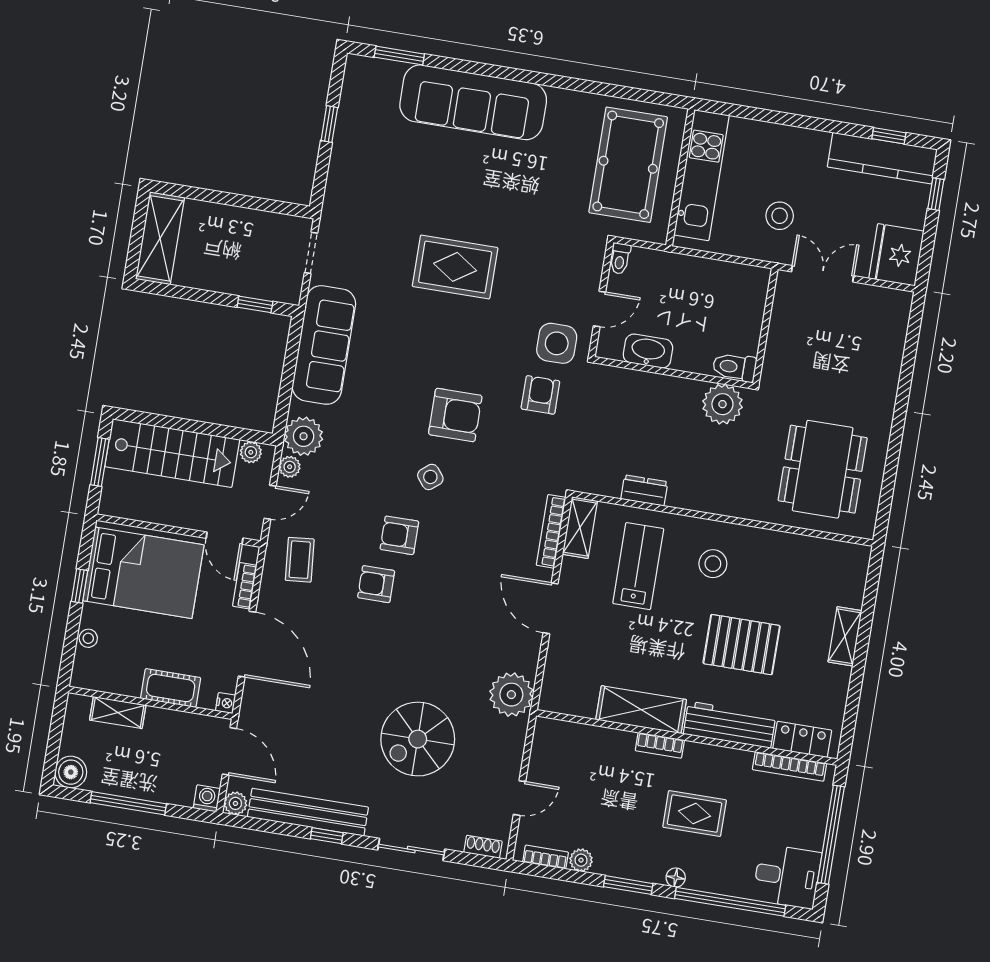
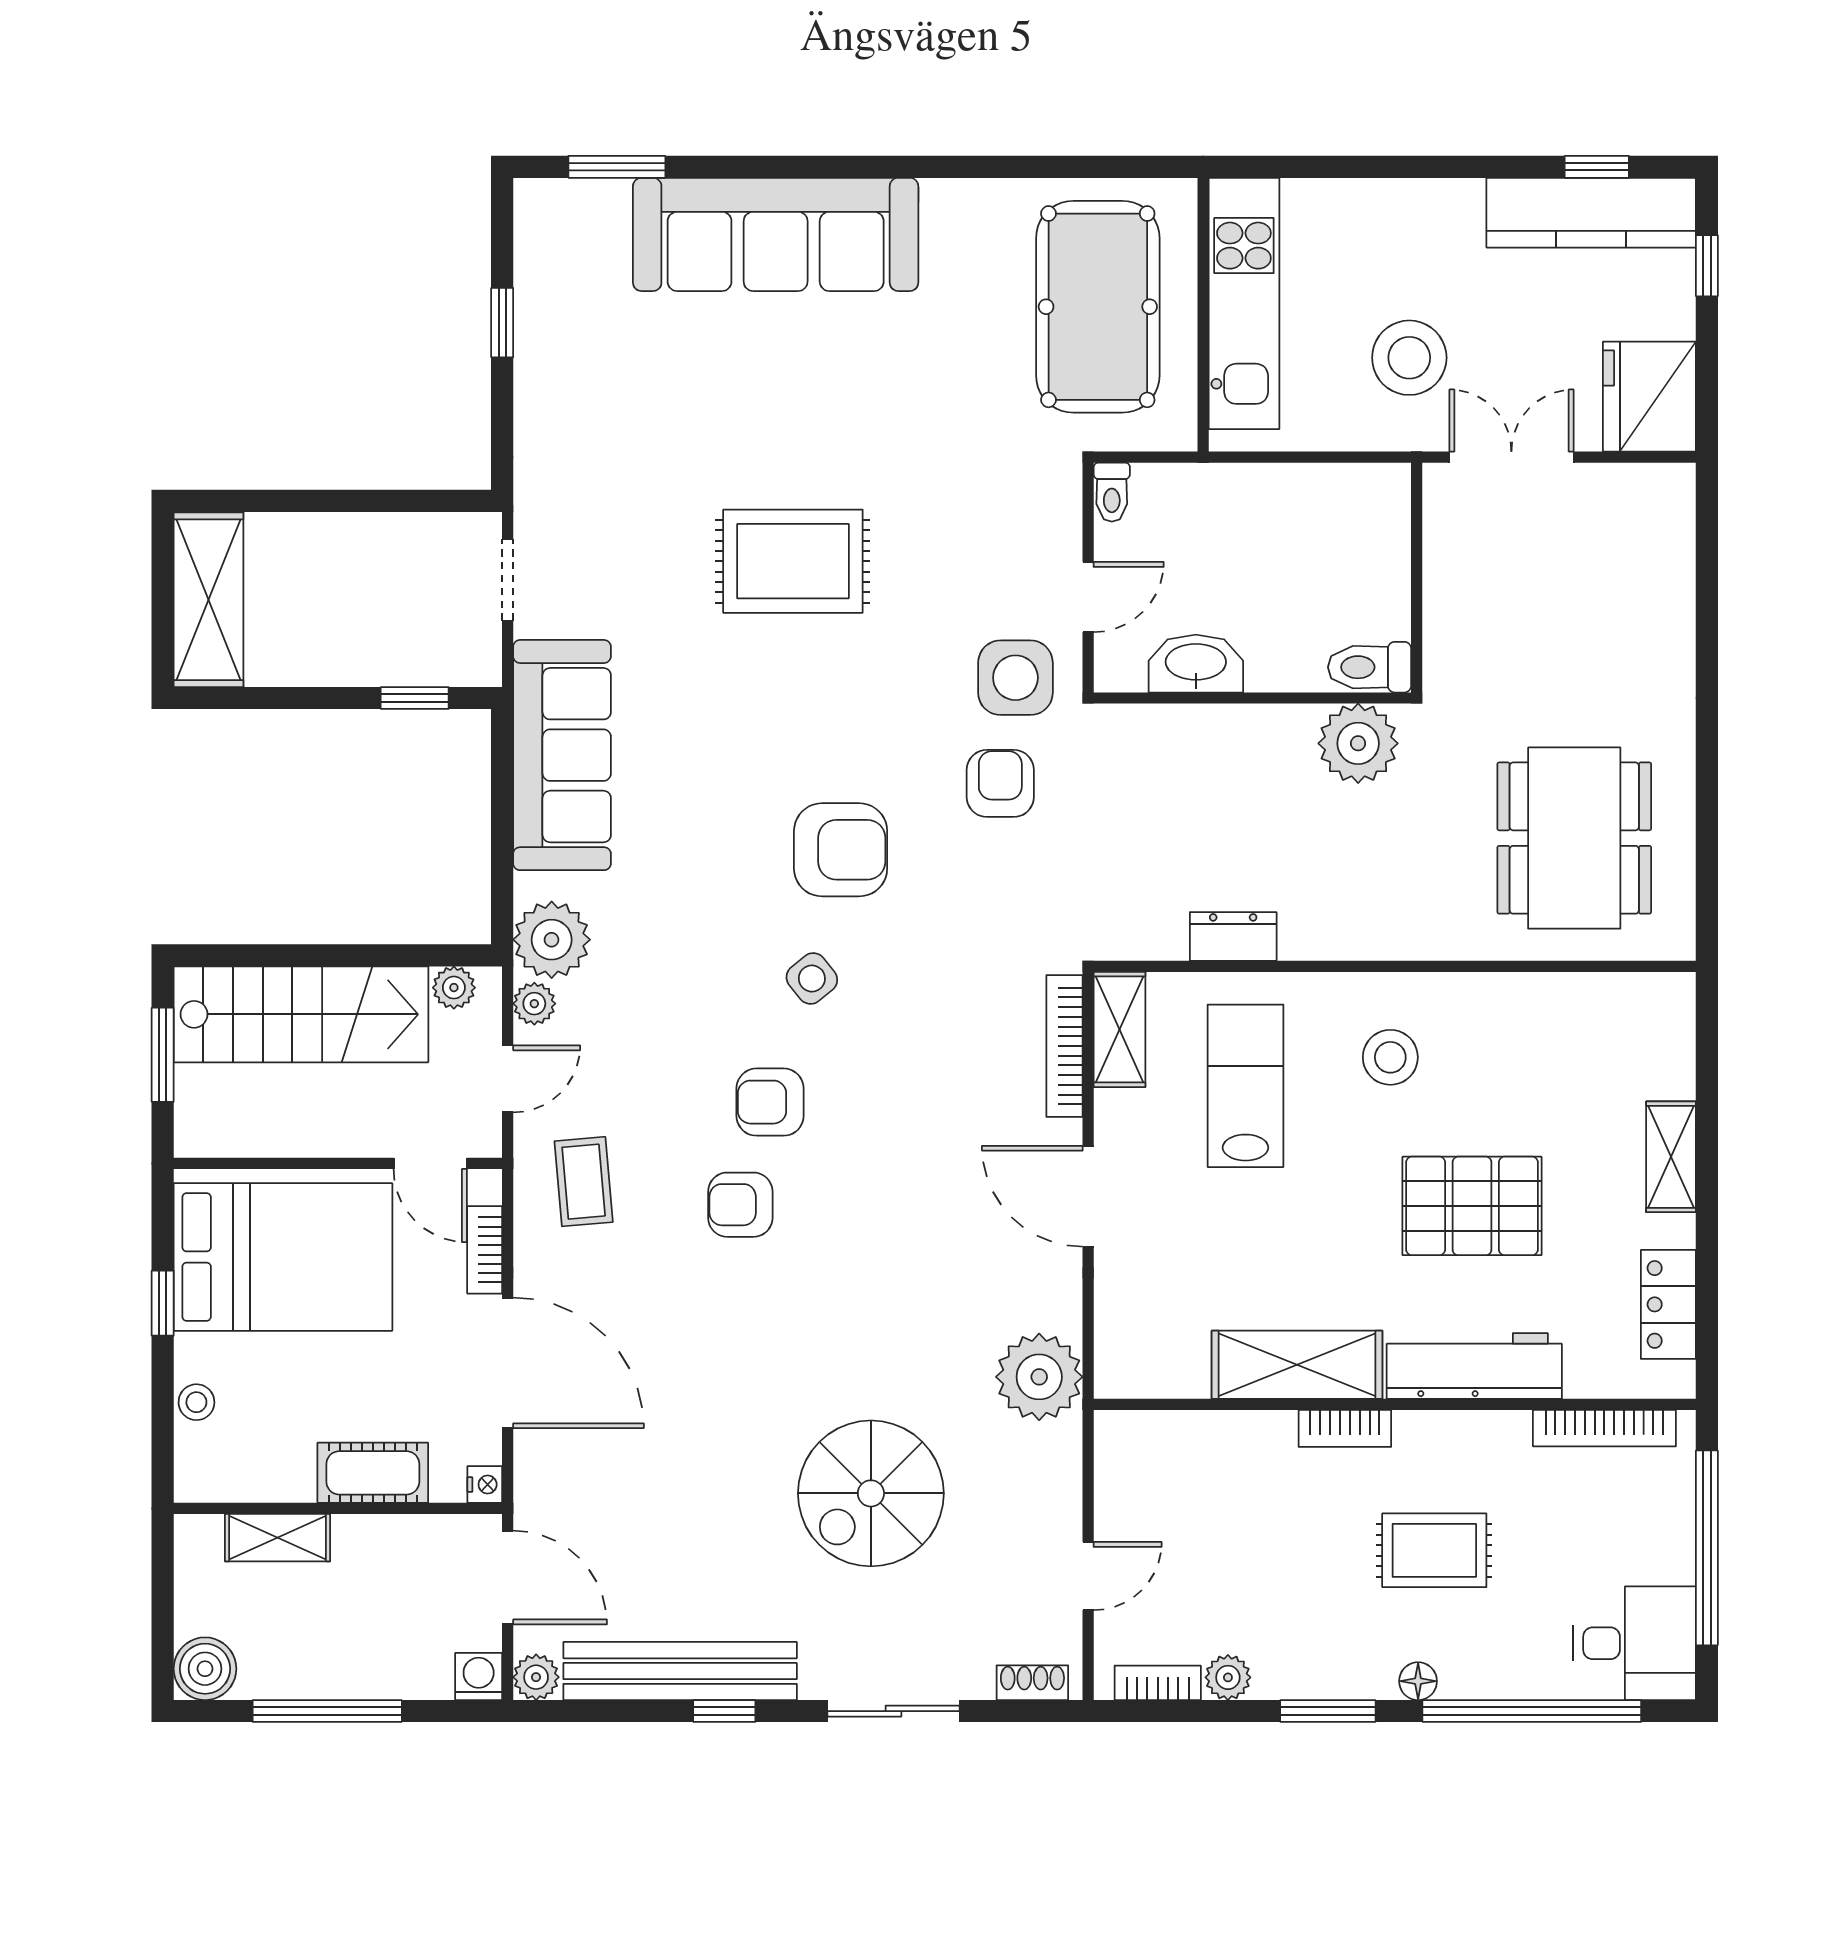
stool: (780, 216) -> (1409, 358), width x1.38, depth x1.38
locker: (802, 739) -> (1668, 1304), moved, turned -90

